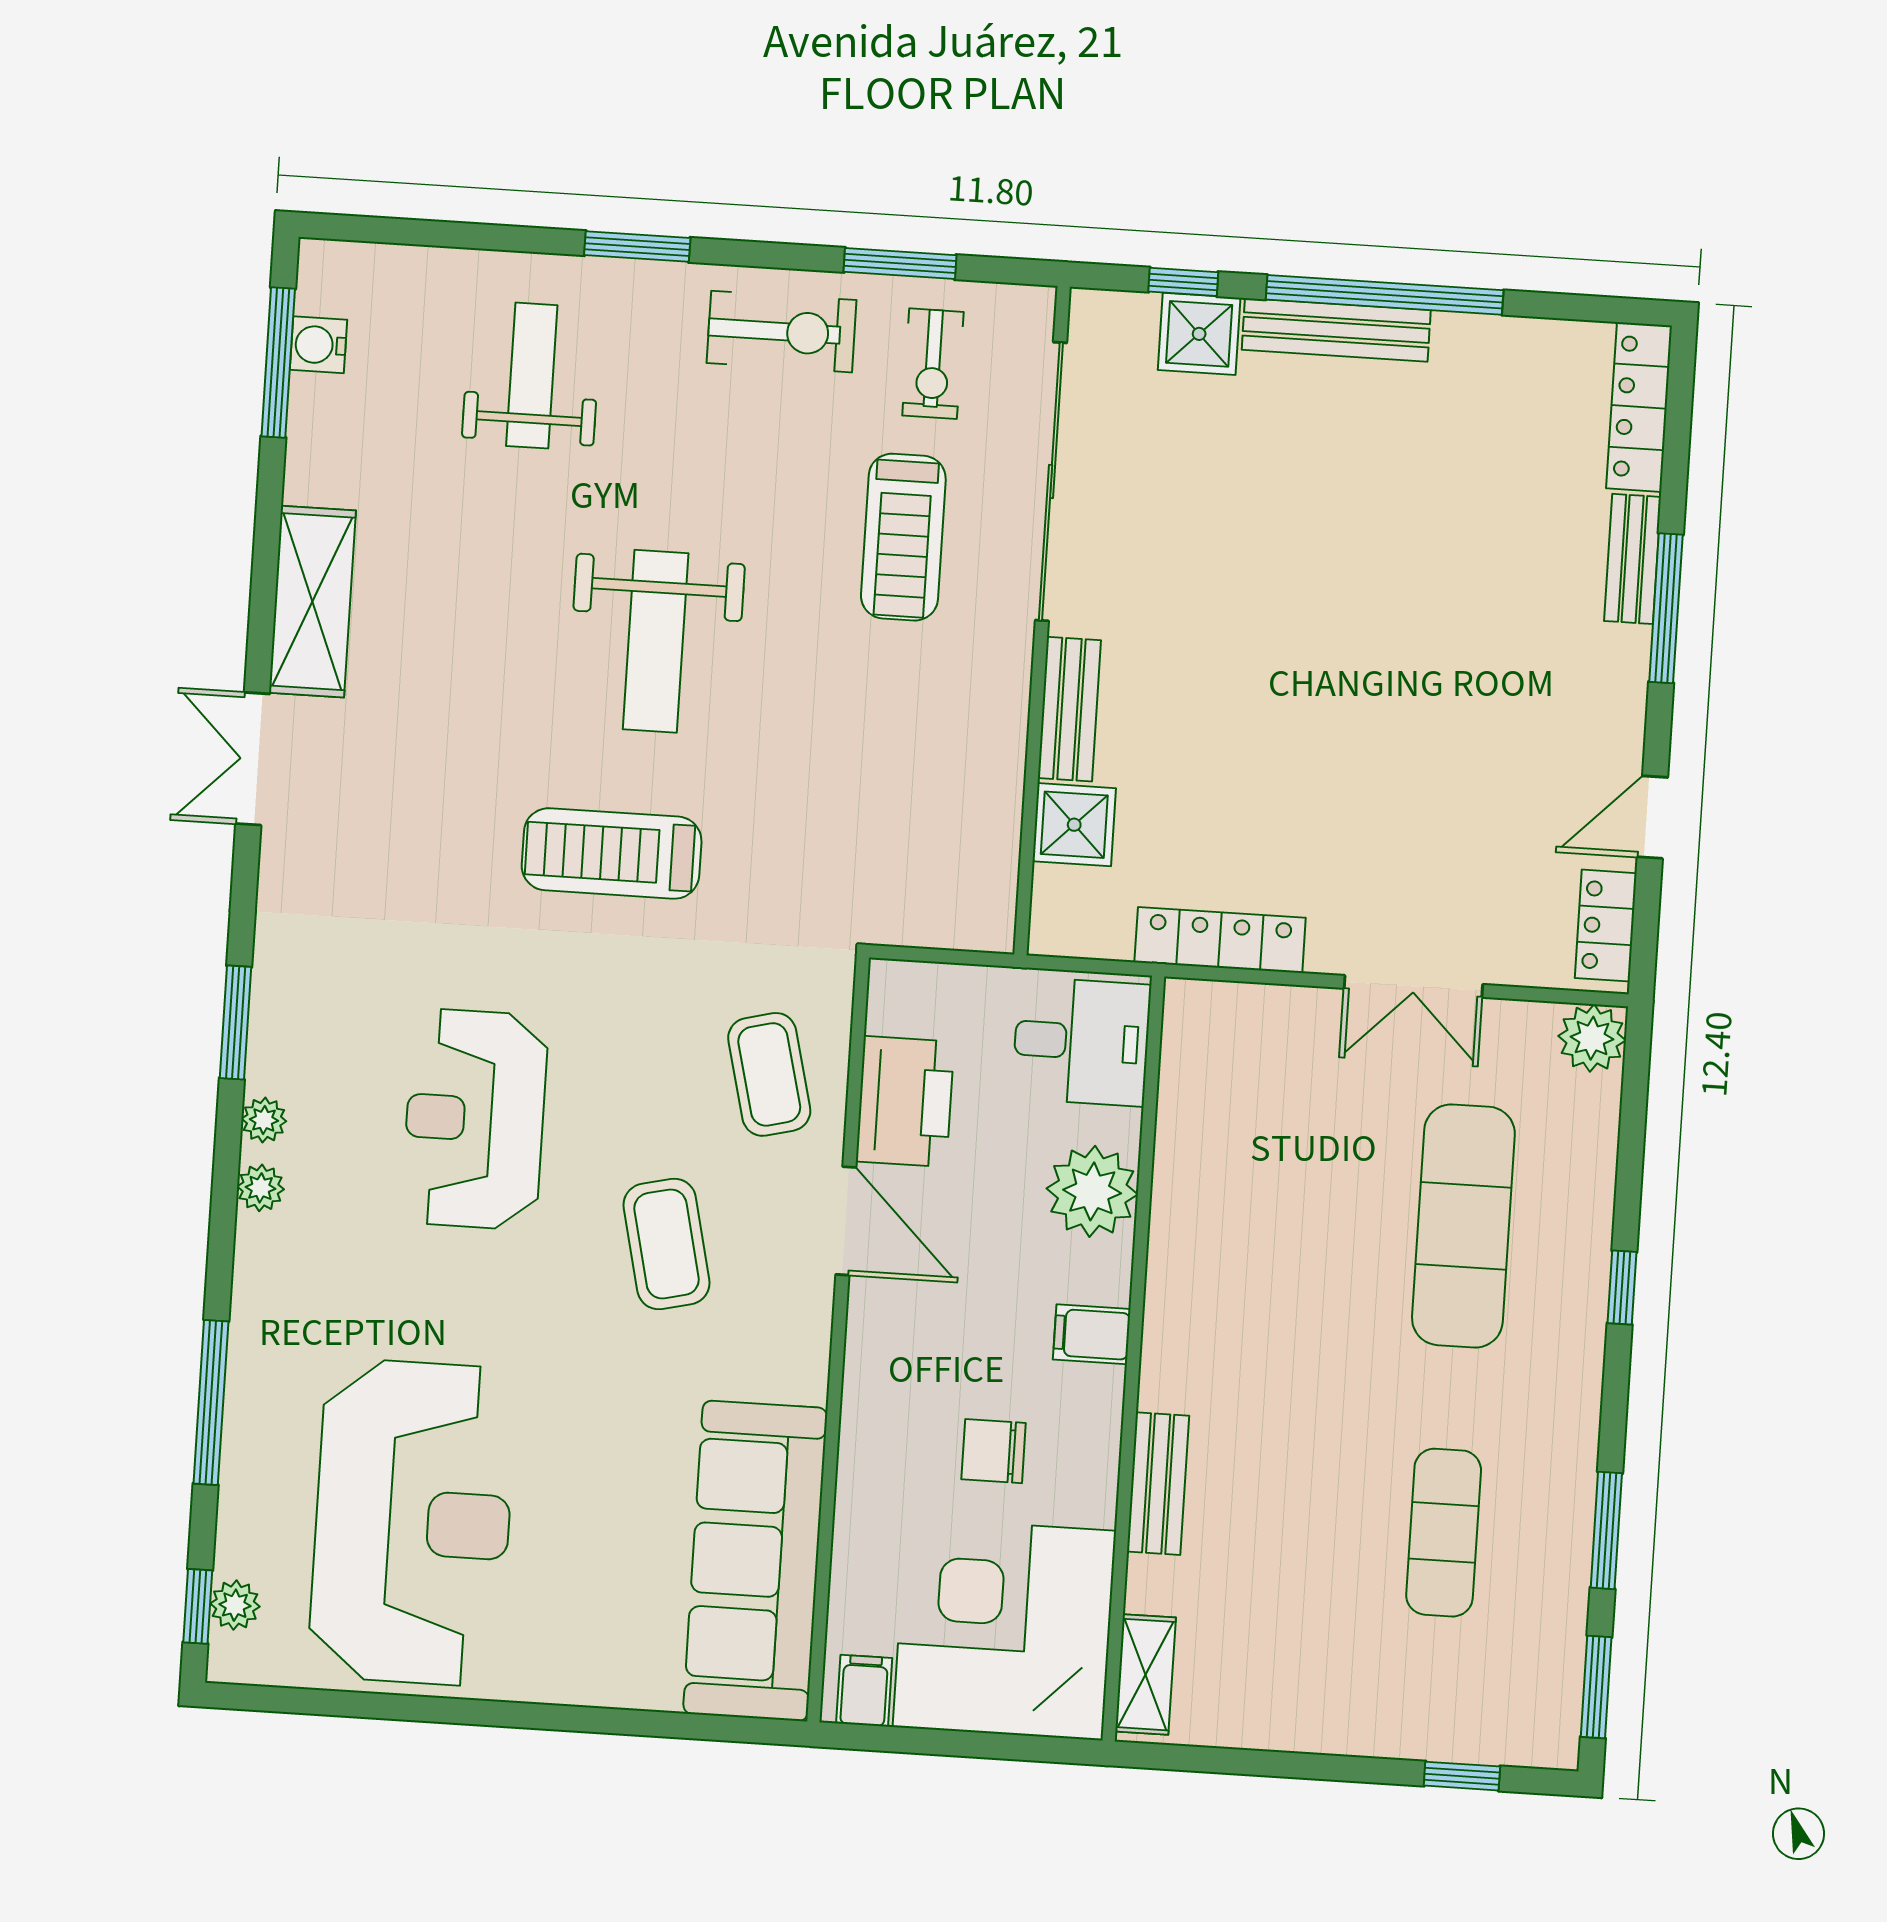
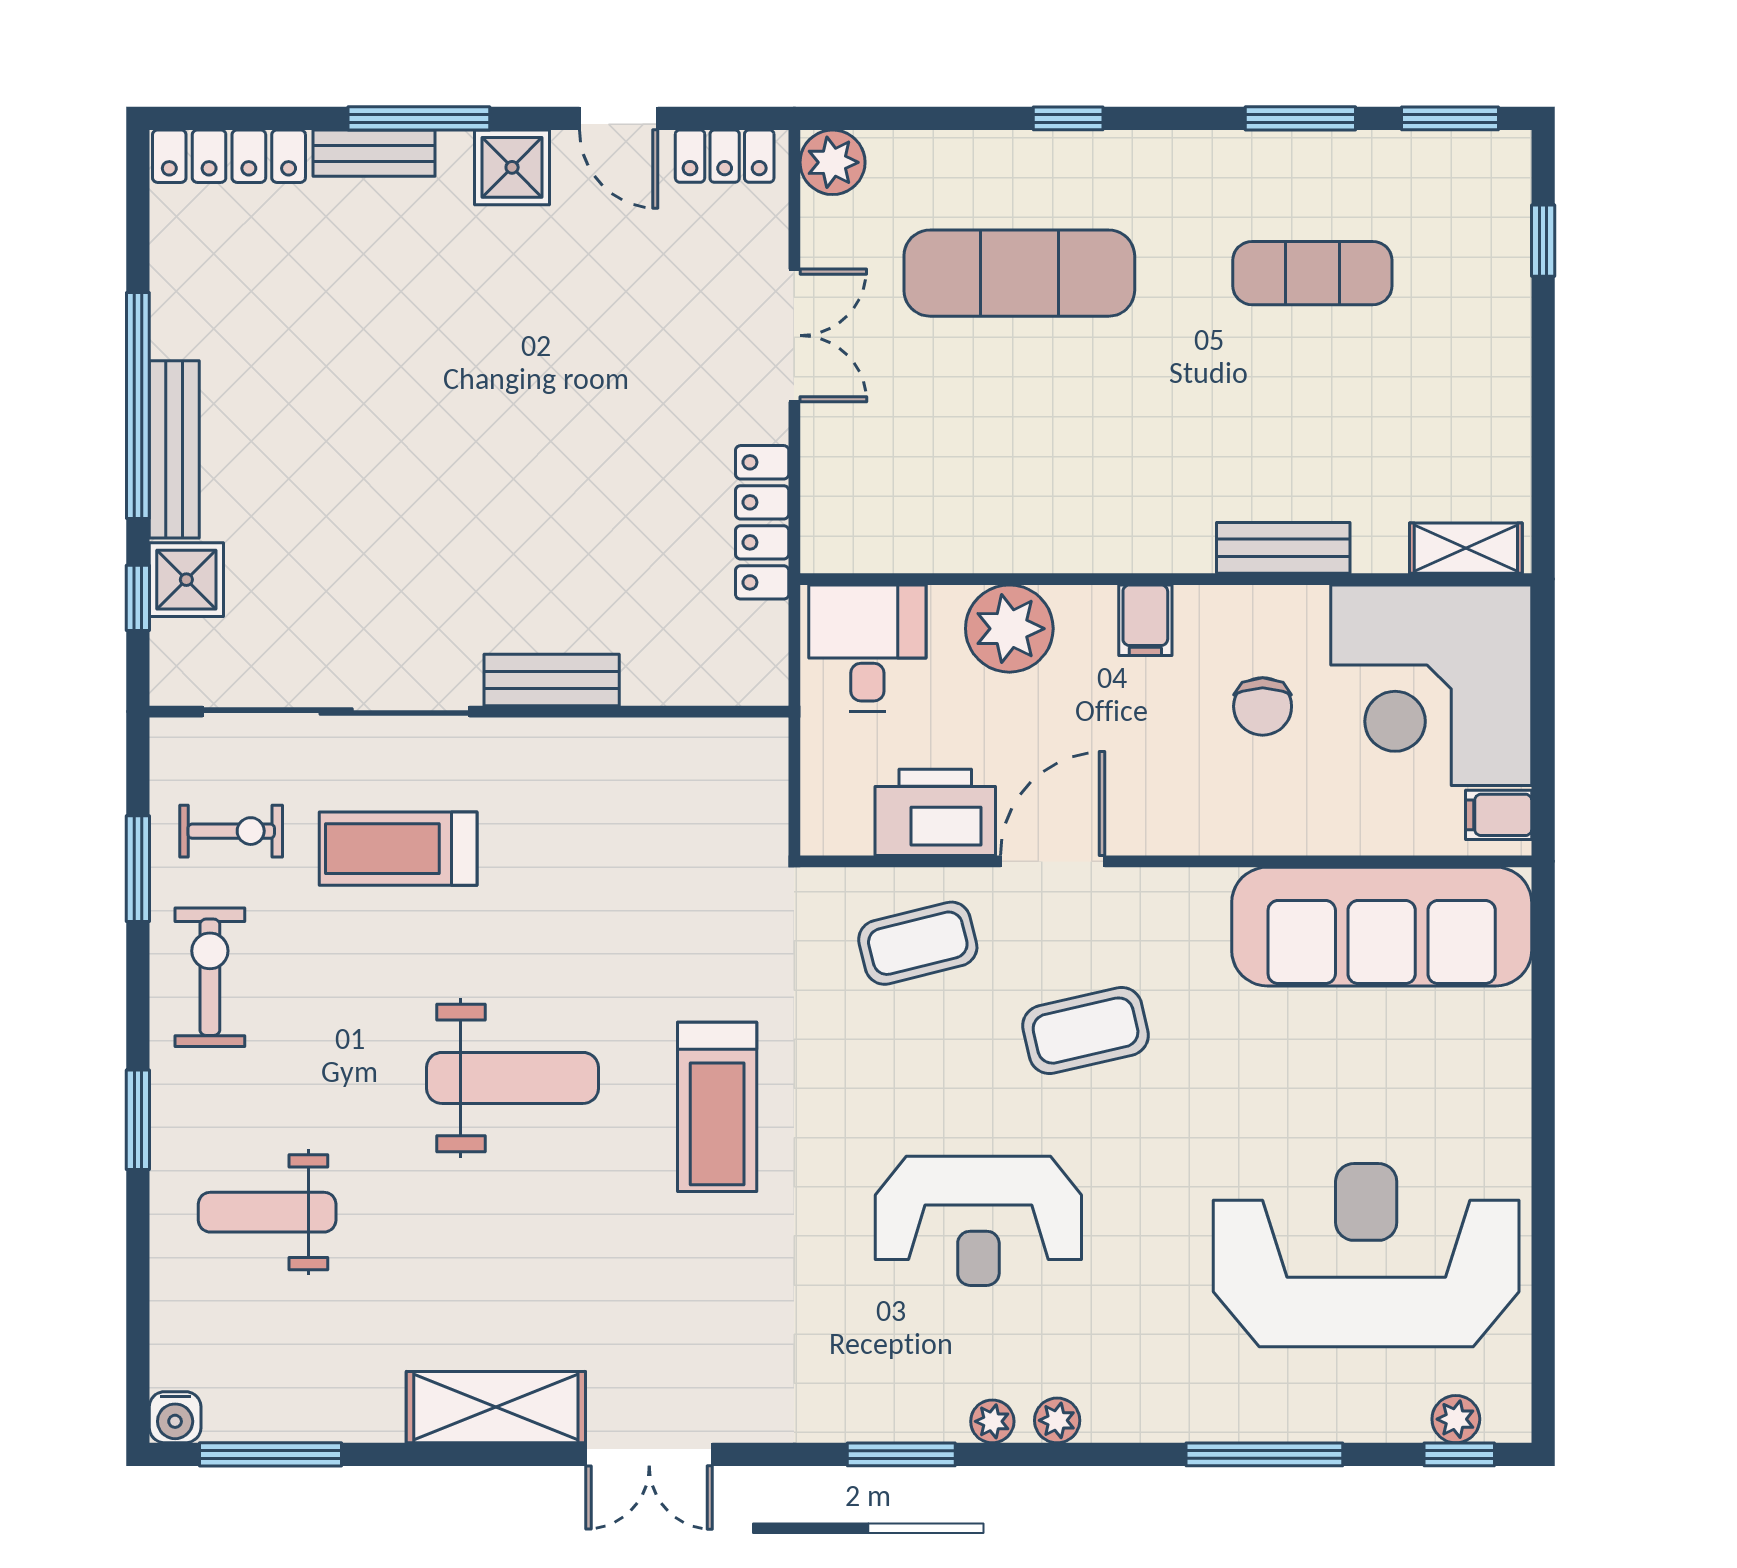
water cooler: (318, 345) -> (175, 1417), moved
treadmill: (903, 537) -> (398, 849), turned 180
shower: (1074, 825) -> (512, 167), moved

